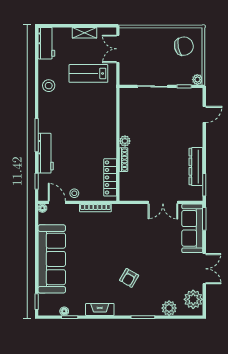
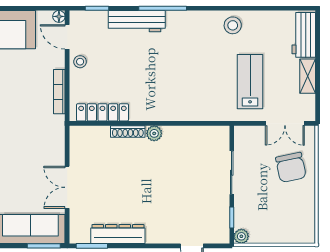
workbench: (46, 43) -> (304, 35), moved, turned 90
chair: (184, 46) -> (291, 167), moved
double door: (118, 49) -> (285, 123), swing flipped
door: (57, 202) -> (67, 37), swing flipped

